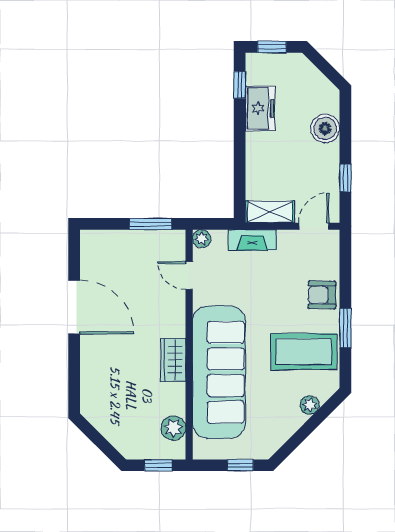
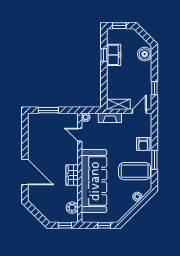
window: (240, 85) -> (104, 55), moved
boiler: (325, 128) -> (145, 54), moved
window: (151, 224) -> (48, 110), moved
armchair: (322, 295) -> (143, 144), turned -90
door: (74, 307) -> (25, 172), moved

